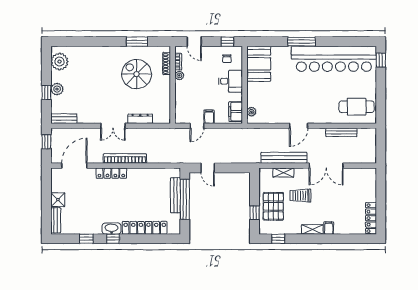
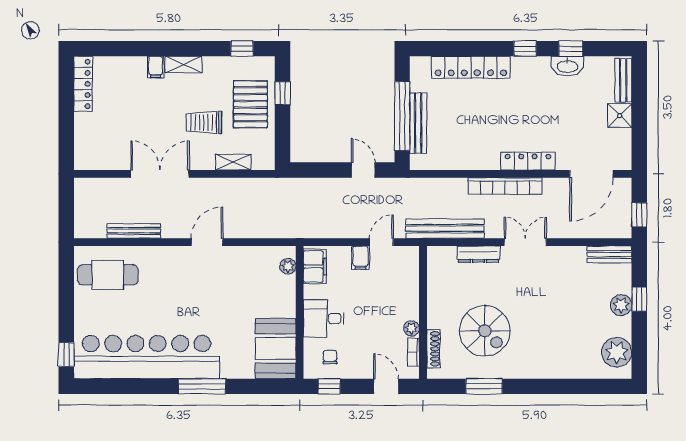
bench: (284, 158) -> (445, 229), moved
trolley: (300, 196) -> (204, 123), turned 180
washbasin: (112, 229) -> (567, 66), moved

